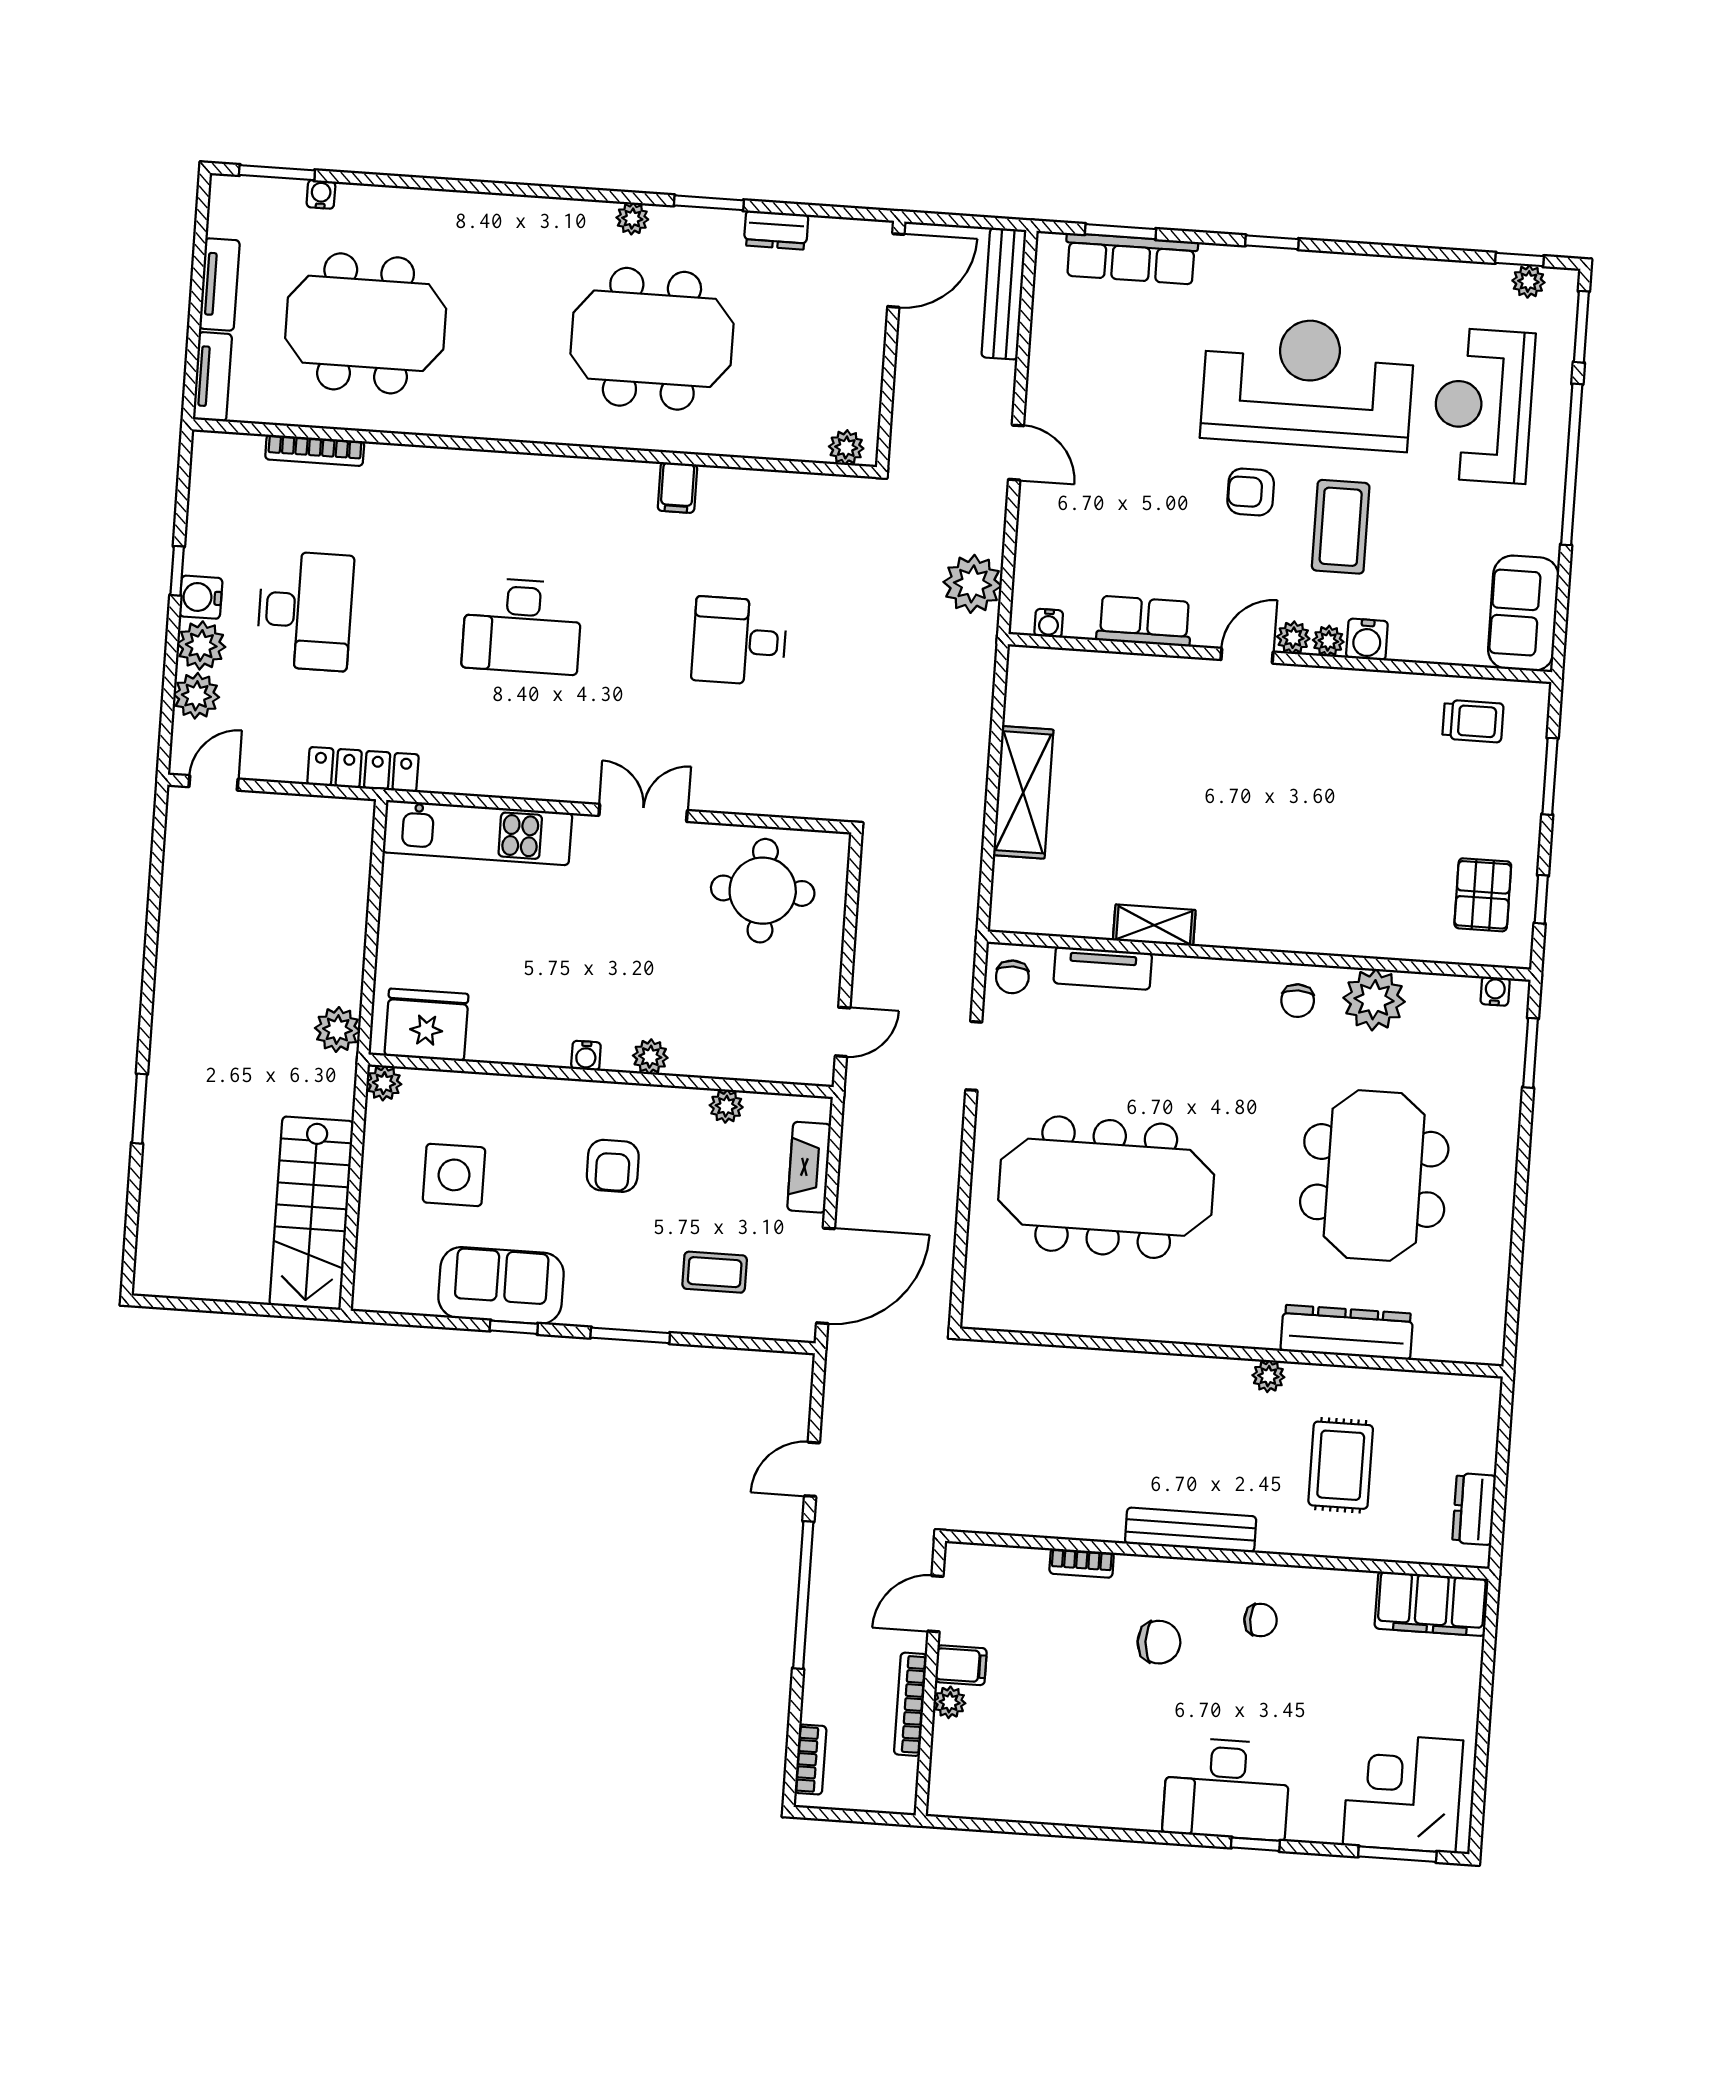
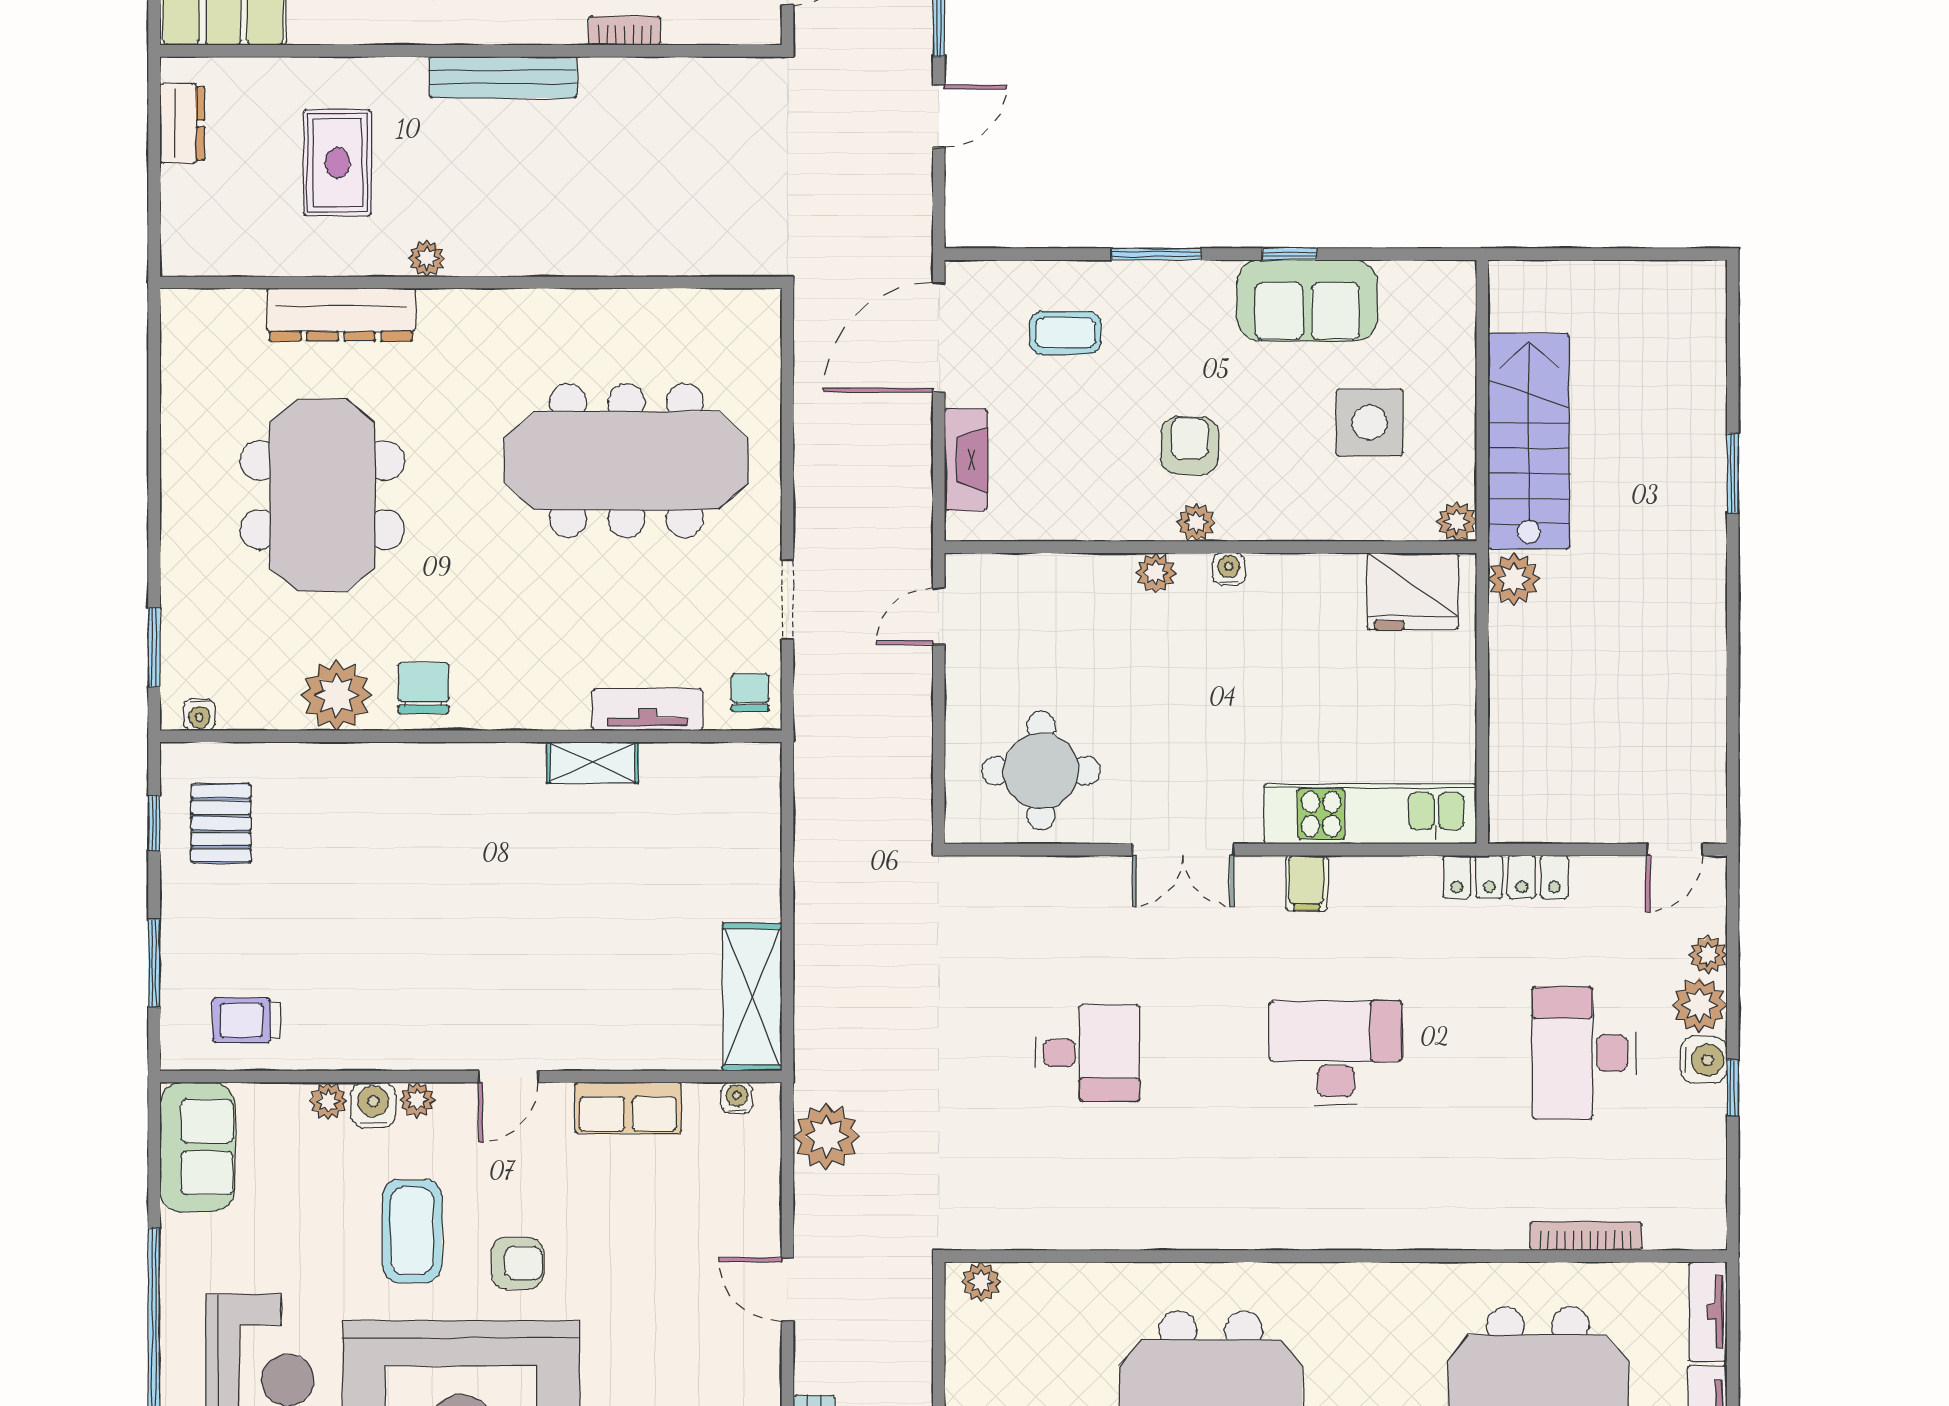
filing cabinet: (677, 488) -> (1307, 883), moved, turned 180
plant: (1293, 638) -> (328, 1101), moved
plant: (196, 696) -> (1708, 955), width x0.73, depth x0.73
shelving: (1023, 792) -> (752, 997), moved
chair: (1298, 1001) -> (423, 688), width x1.37, depth x1.37
plant: (726, 1106) -> (1196, 522), moved
stairs: (312, 1213) -> (1529, 441), moved

